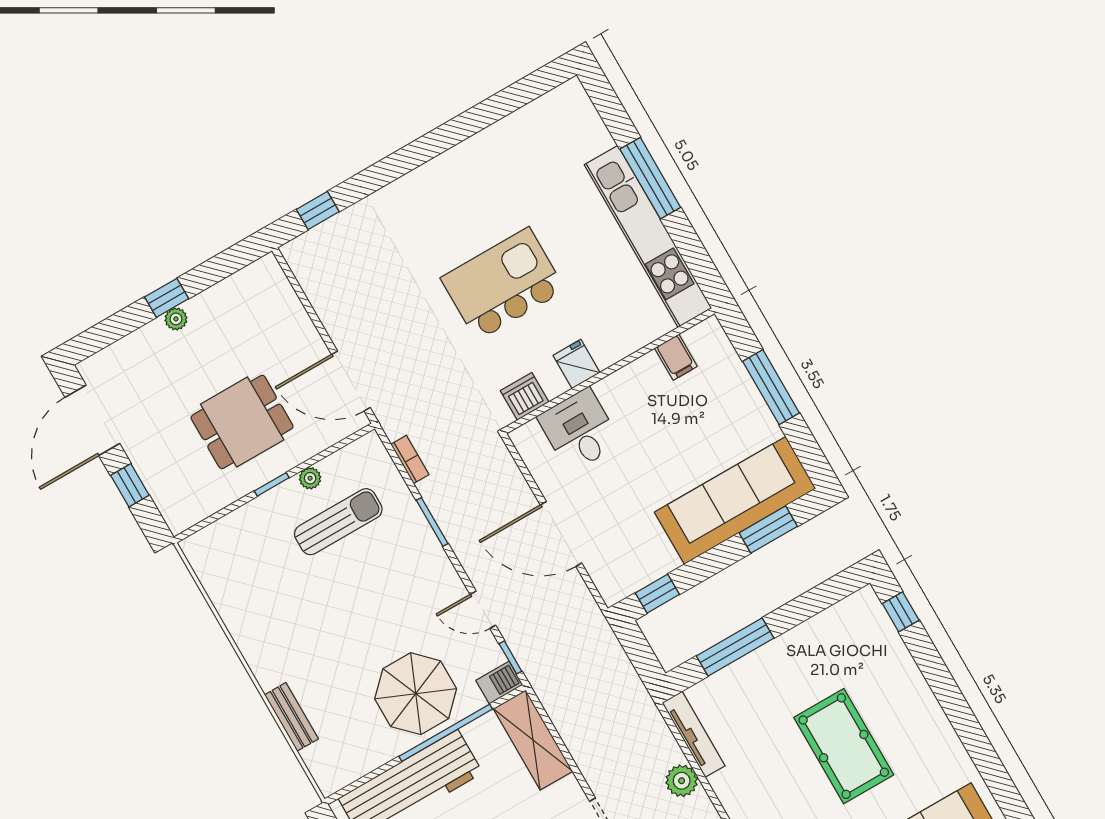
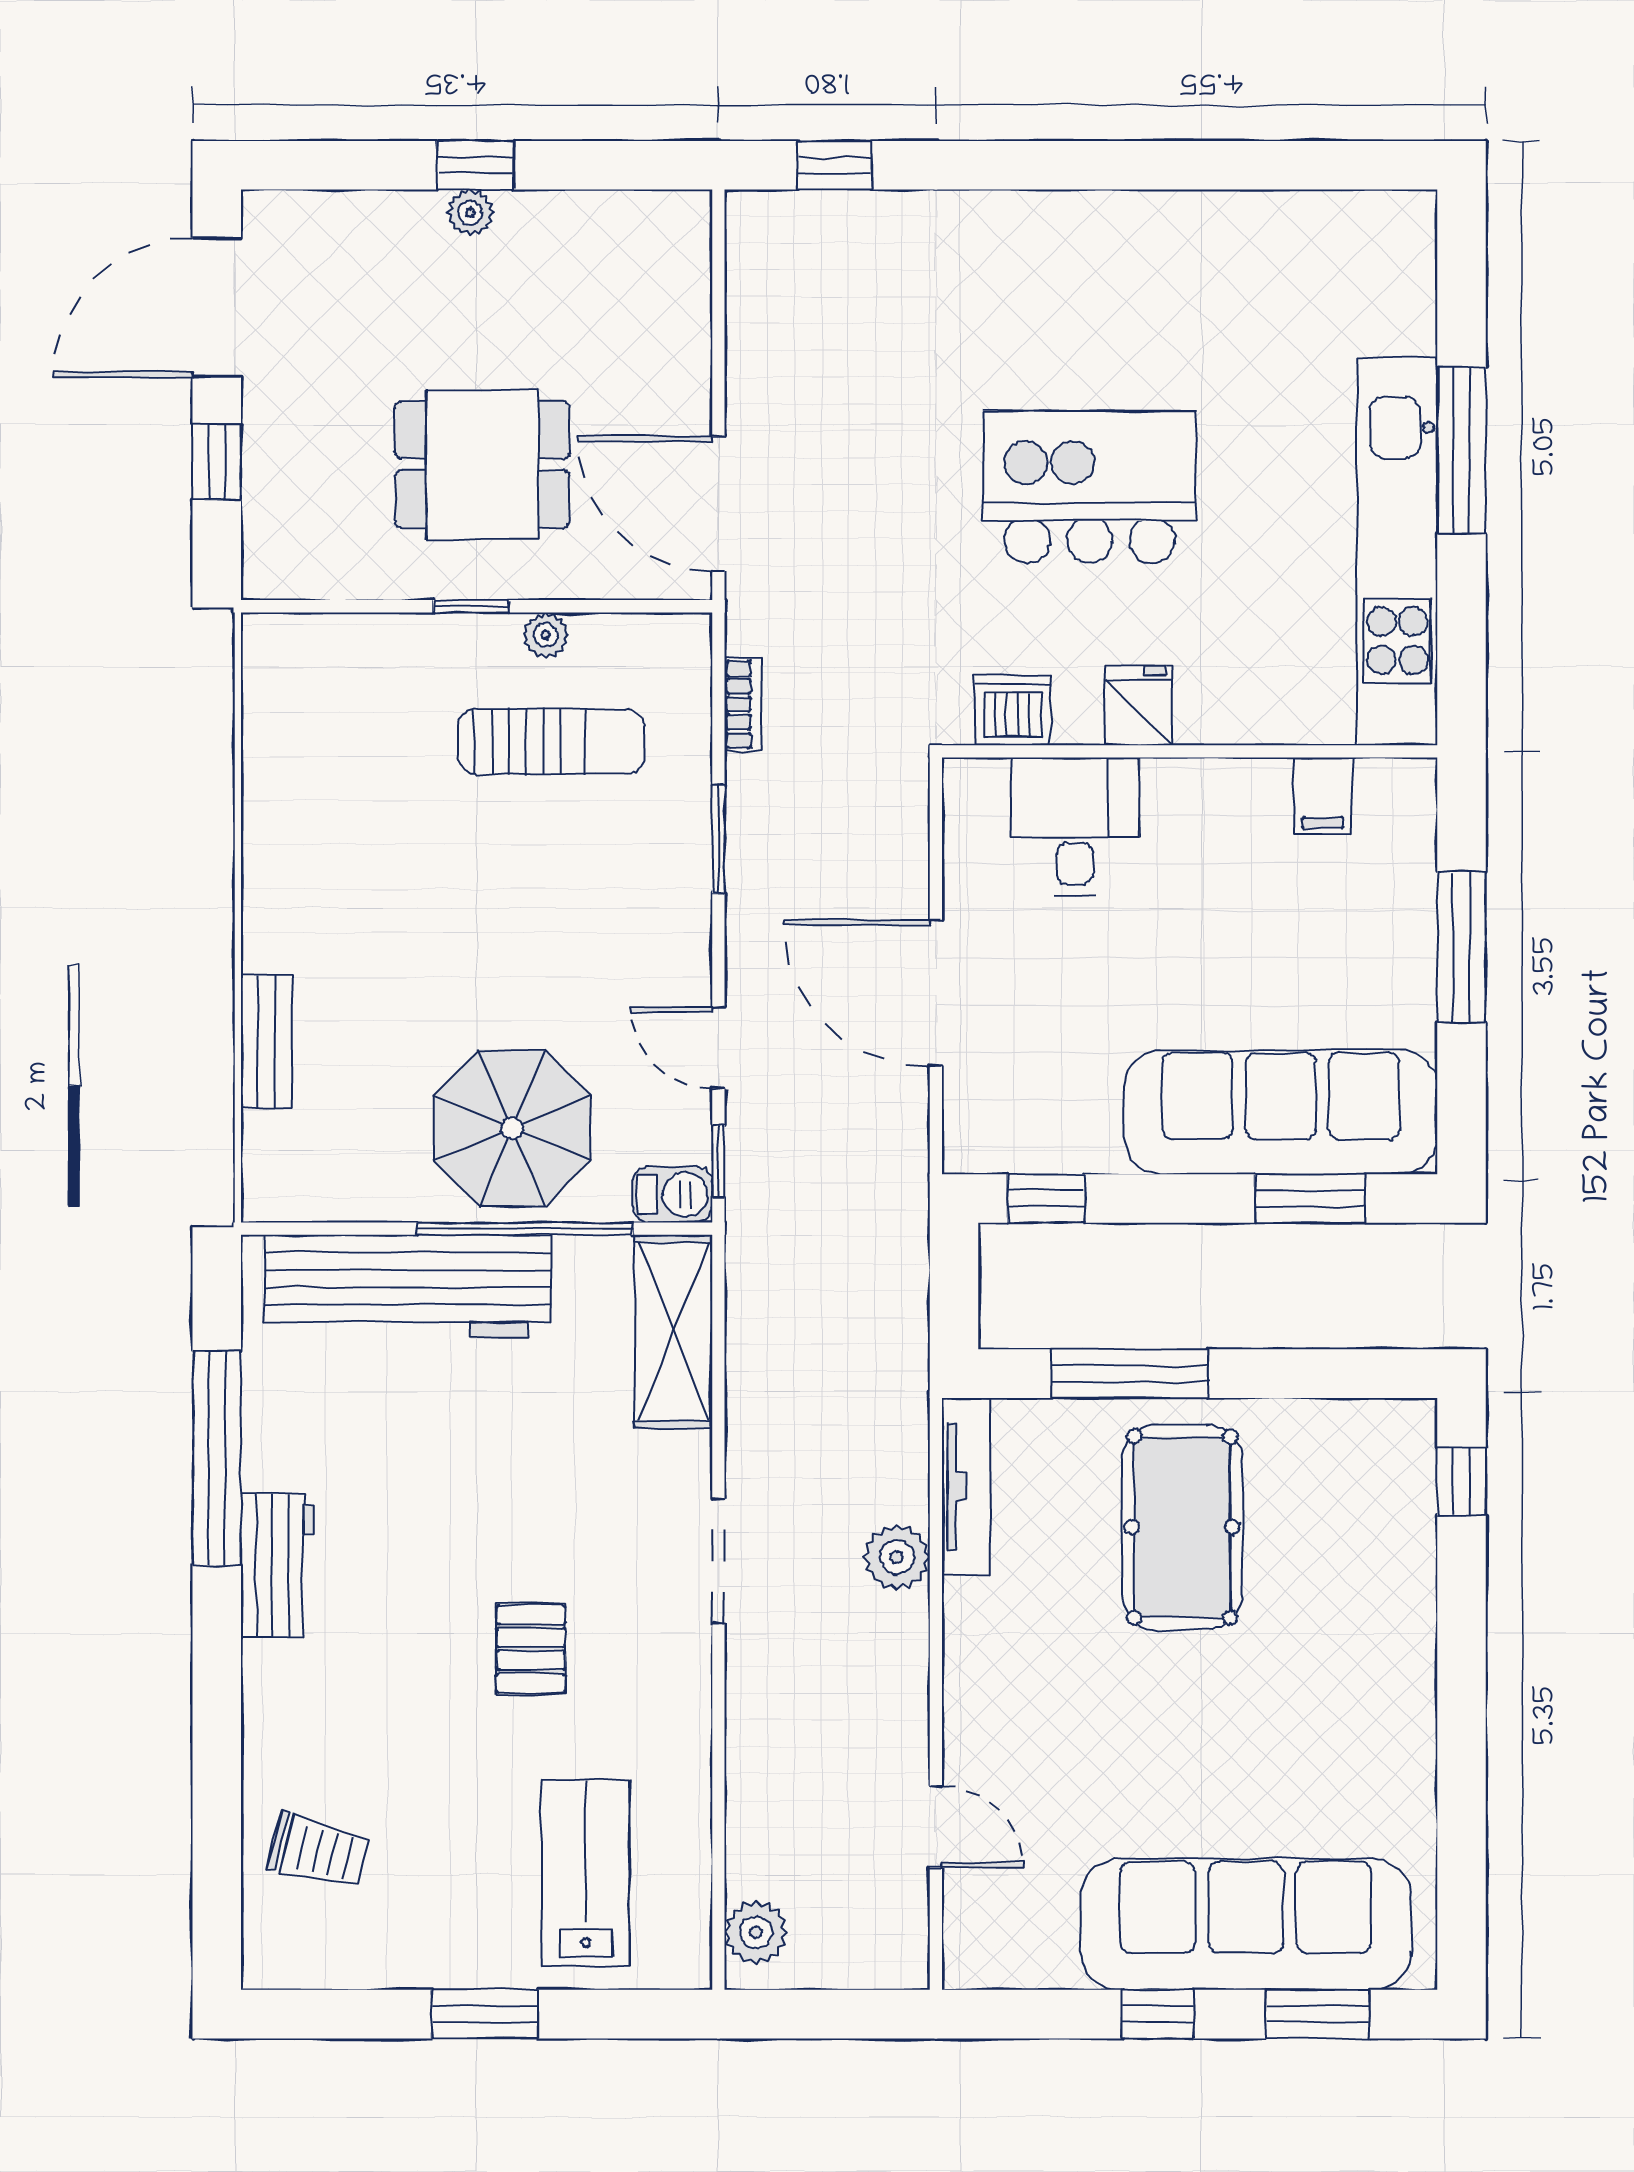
pool table: (844, 746) -> (1182, 1527), moved

